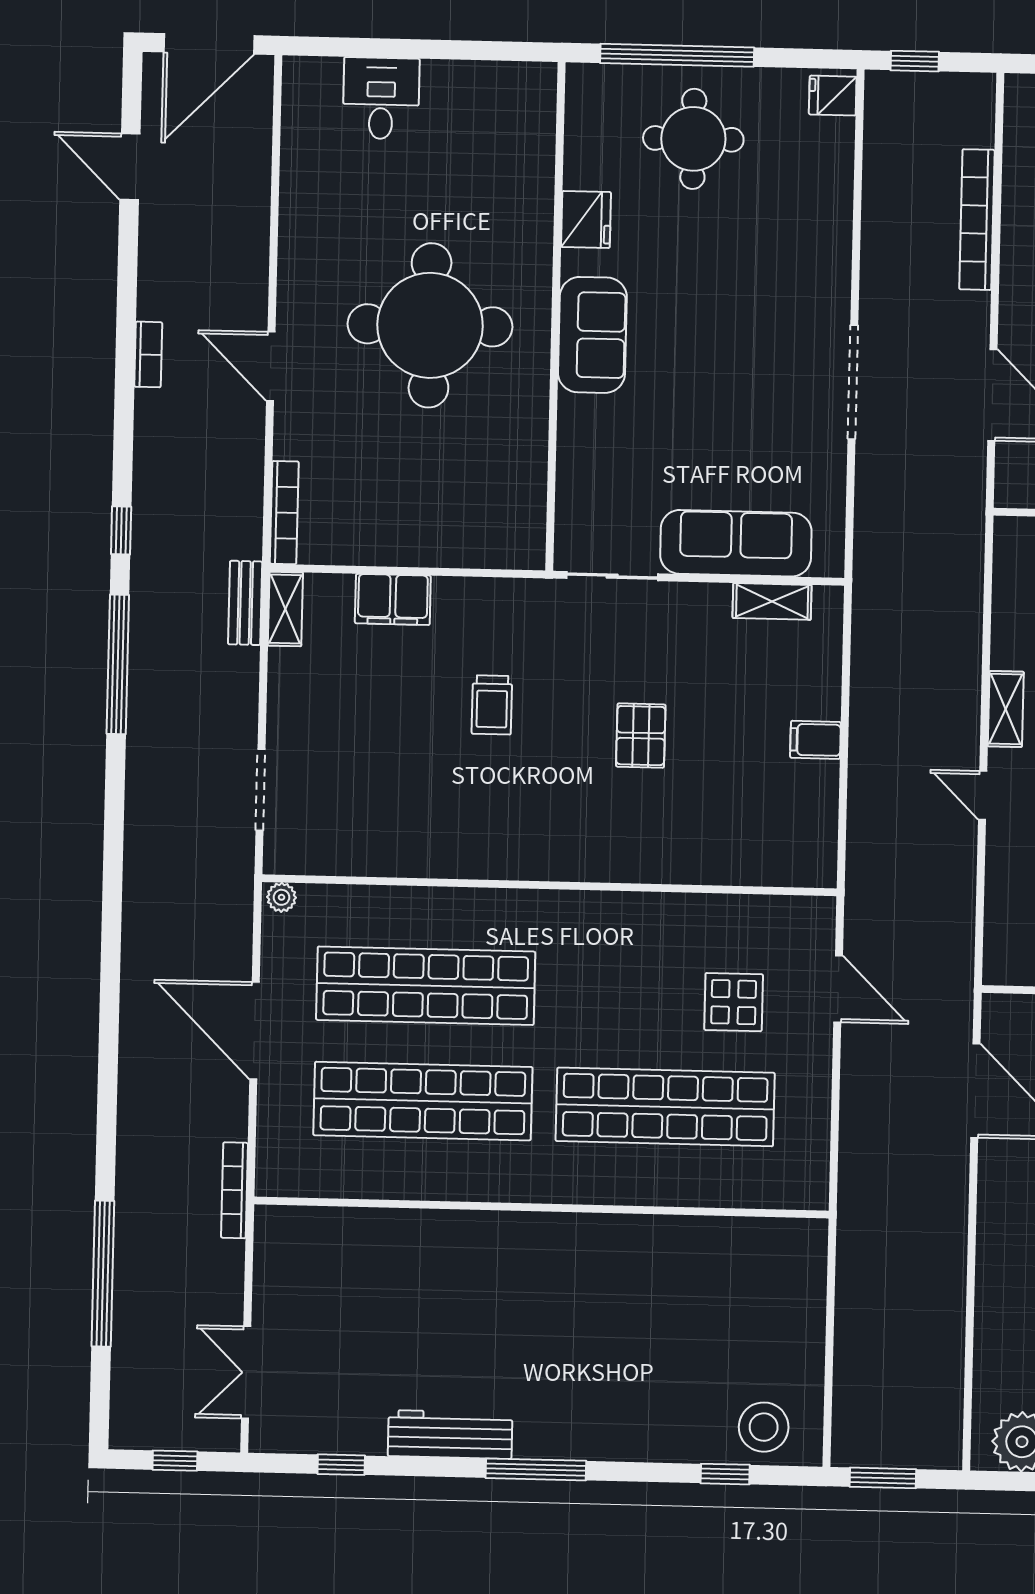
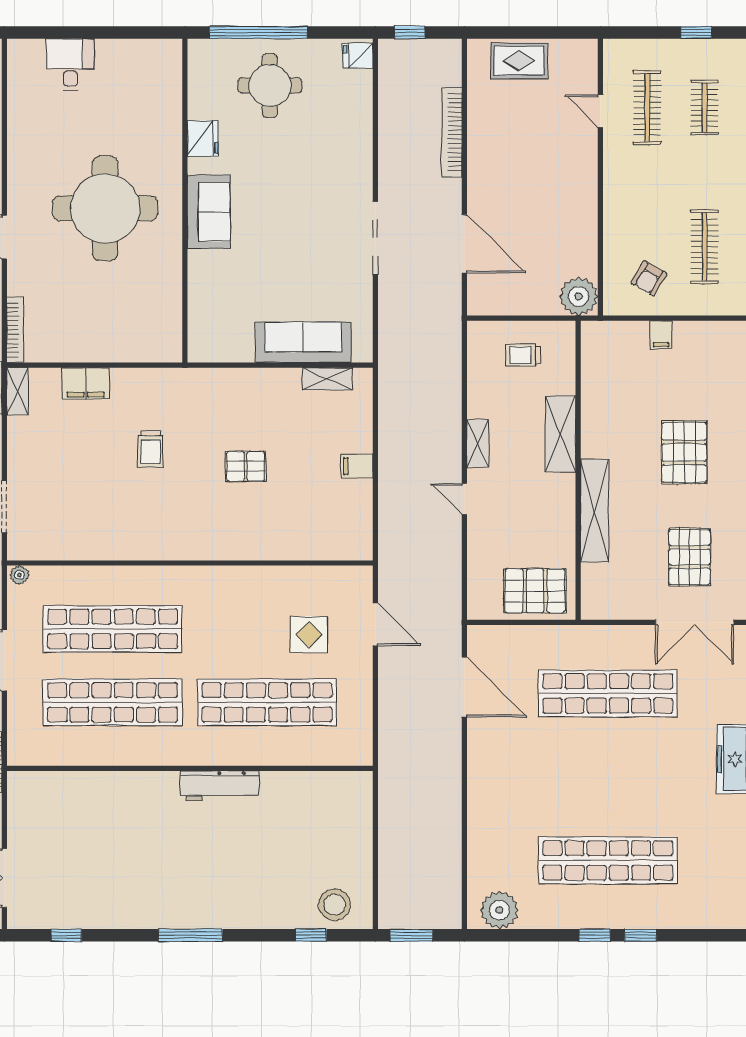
sliding door: (612, 576) -> (225, 365), removed
pallet: (641, 736) -> (246, 466), turned 90
workbench: (450, 1434) -> (220, 786), moved, turned 180

